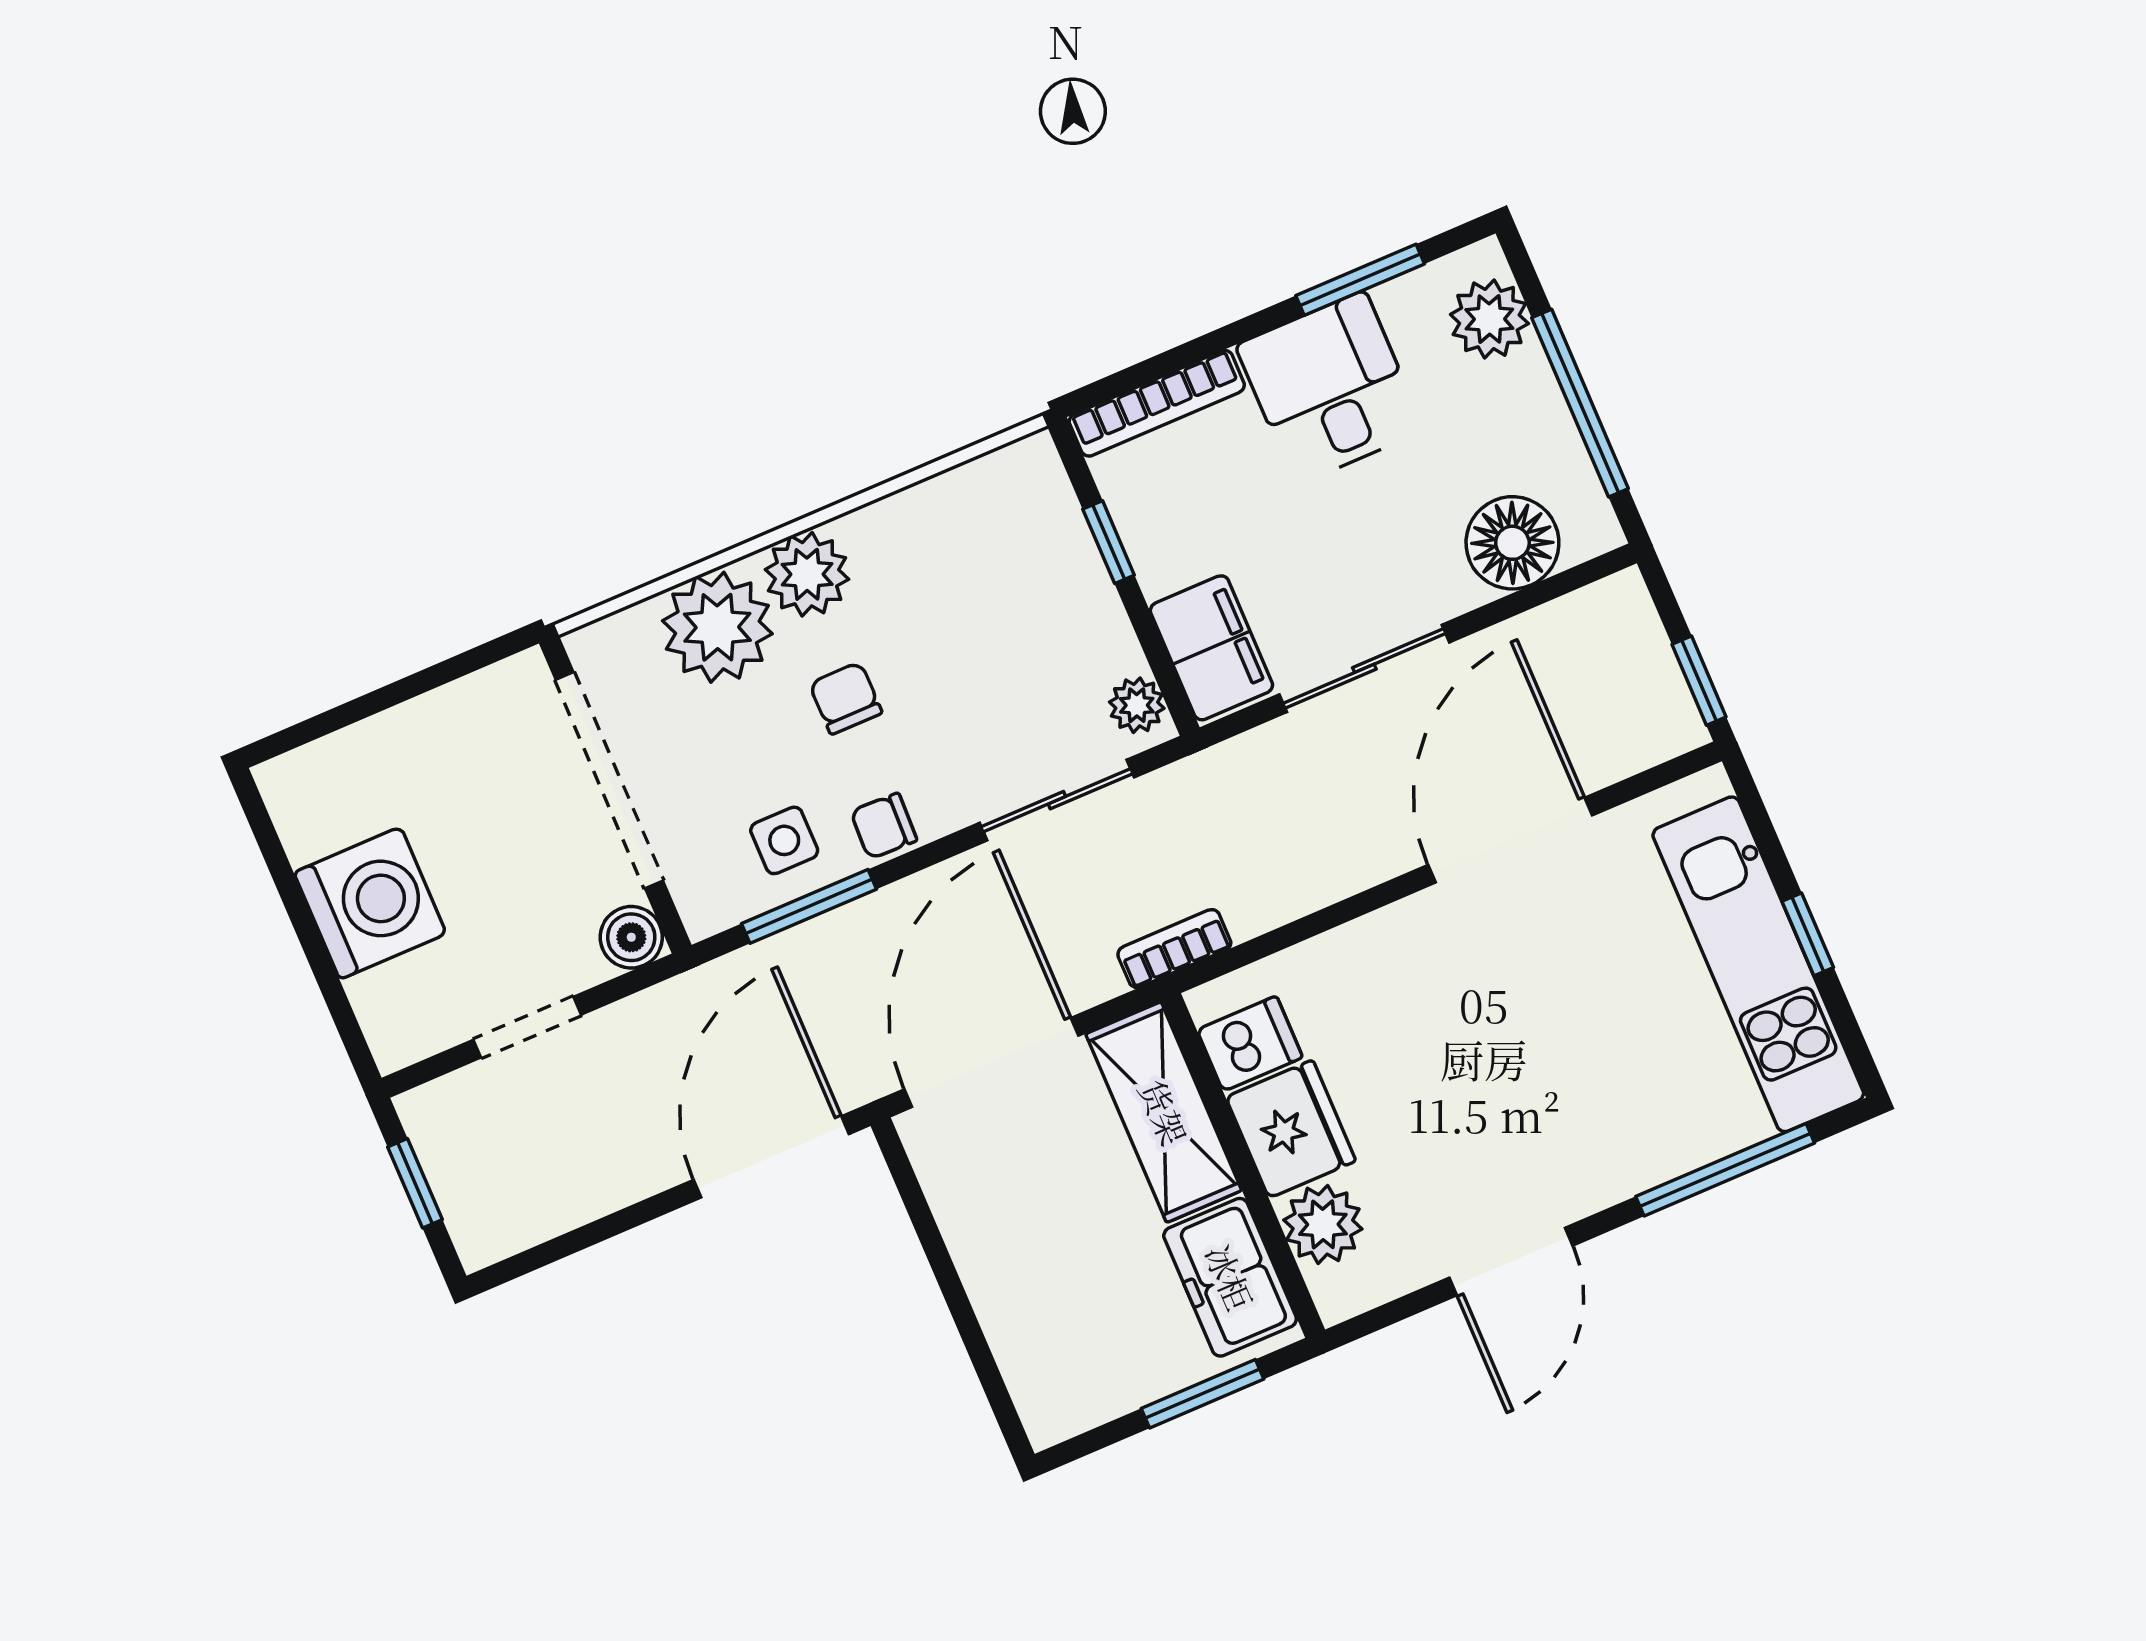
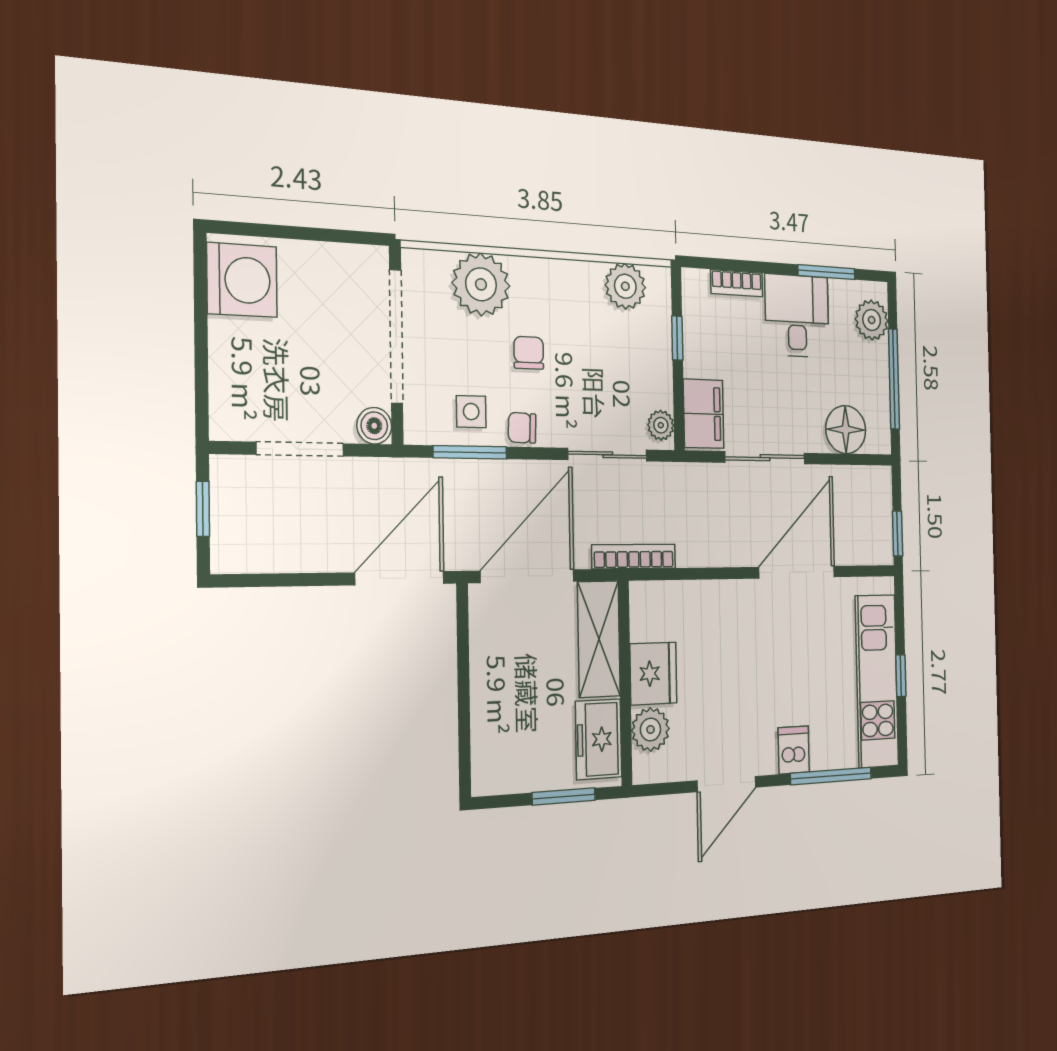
bookcase: (1157, 403) -> (737, 283), width x0.64
plant: (807, 574) -> (625, 286), moved
washing machine: (370, 903) -> (242, 280), moved
bookcase: (1174, 949) -> (634, 556), width x1.56
doorway: (527, 1027) -> (300, 449), width x1.38
dishwasher: (1250, 1044) -> (794, 750), moved, turned -90

